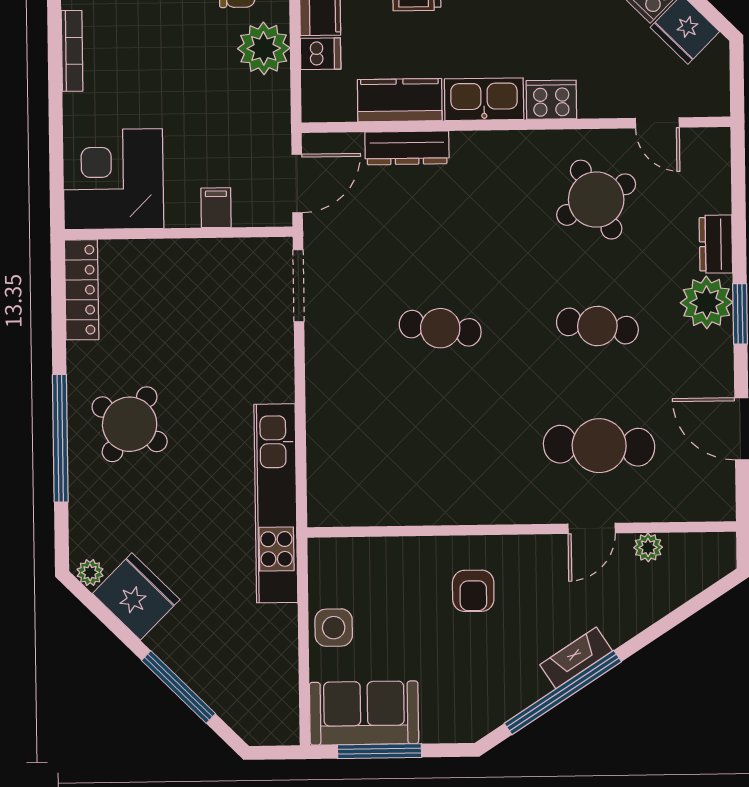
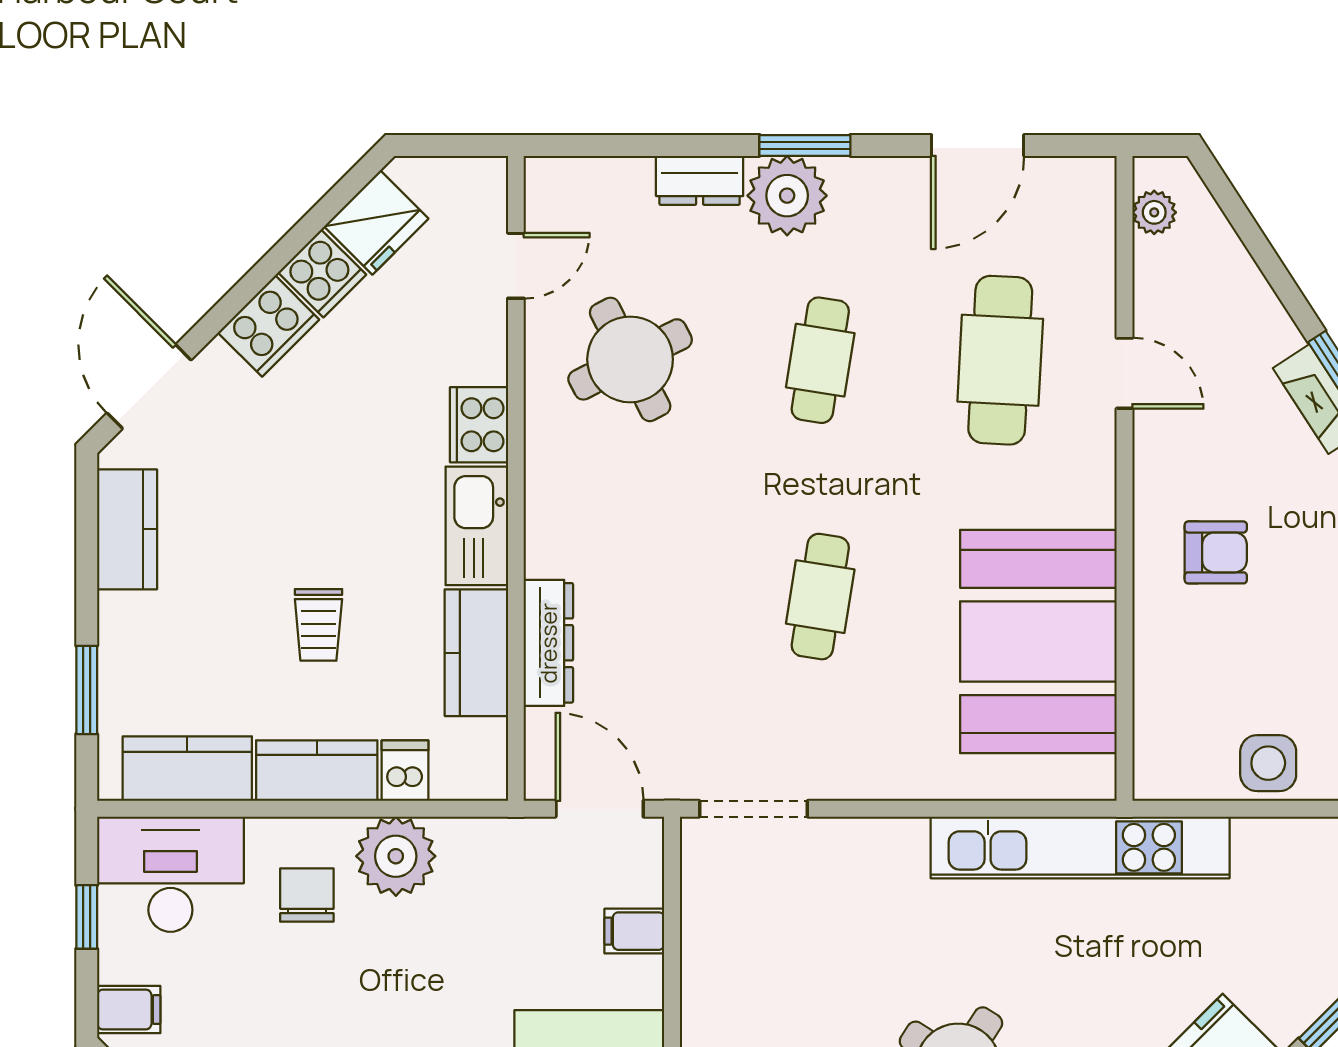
booth: (412, 474) -> (1038, 641), added
plant: (648, 547) -> (1154, 212), moved

